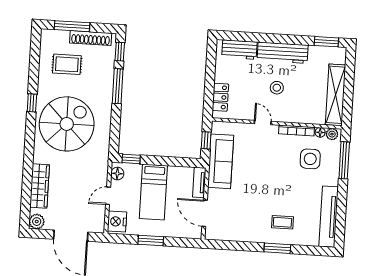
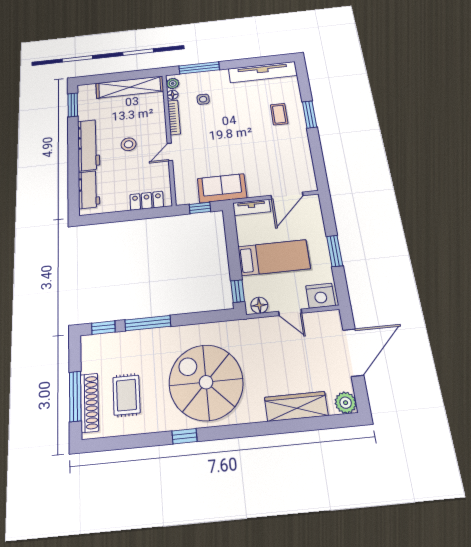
shoe rack: (91, 38) -> (89, 403), moved
side table: (310, 159) -> (203, 99), width x0.54, depth x0.54
sofa: (221, 161) -> (222, 188), width x0.73

